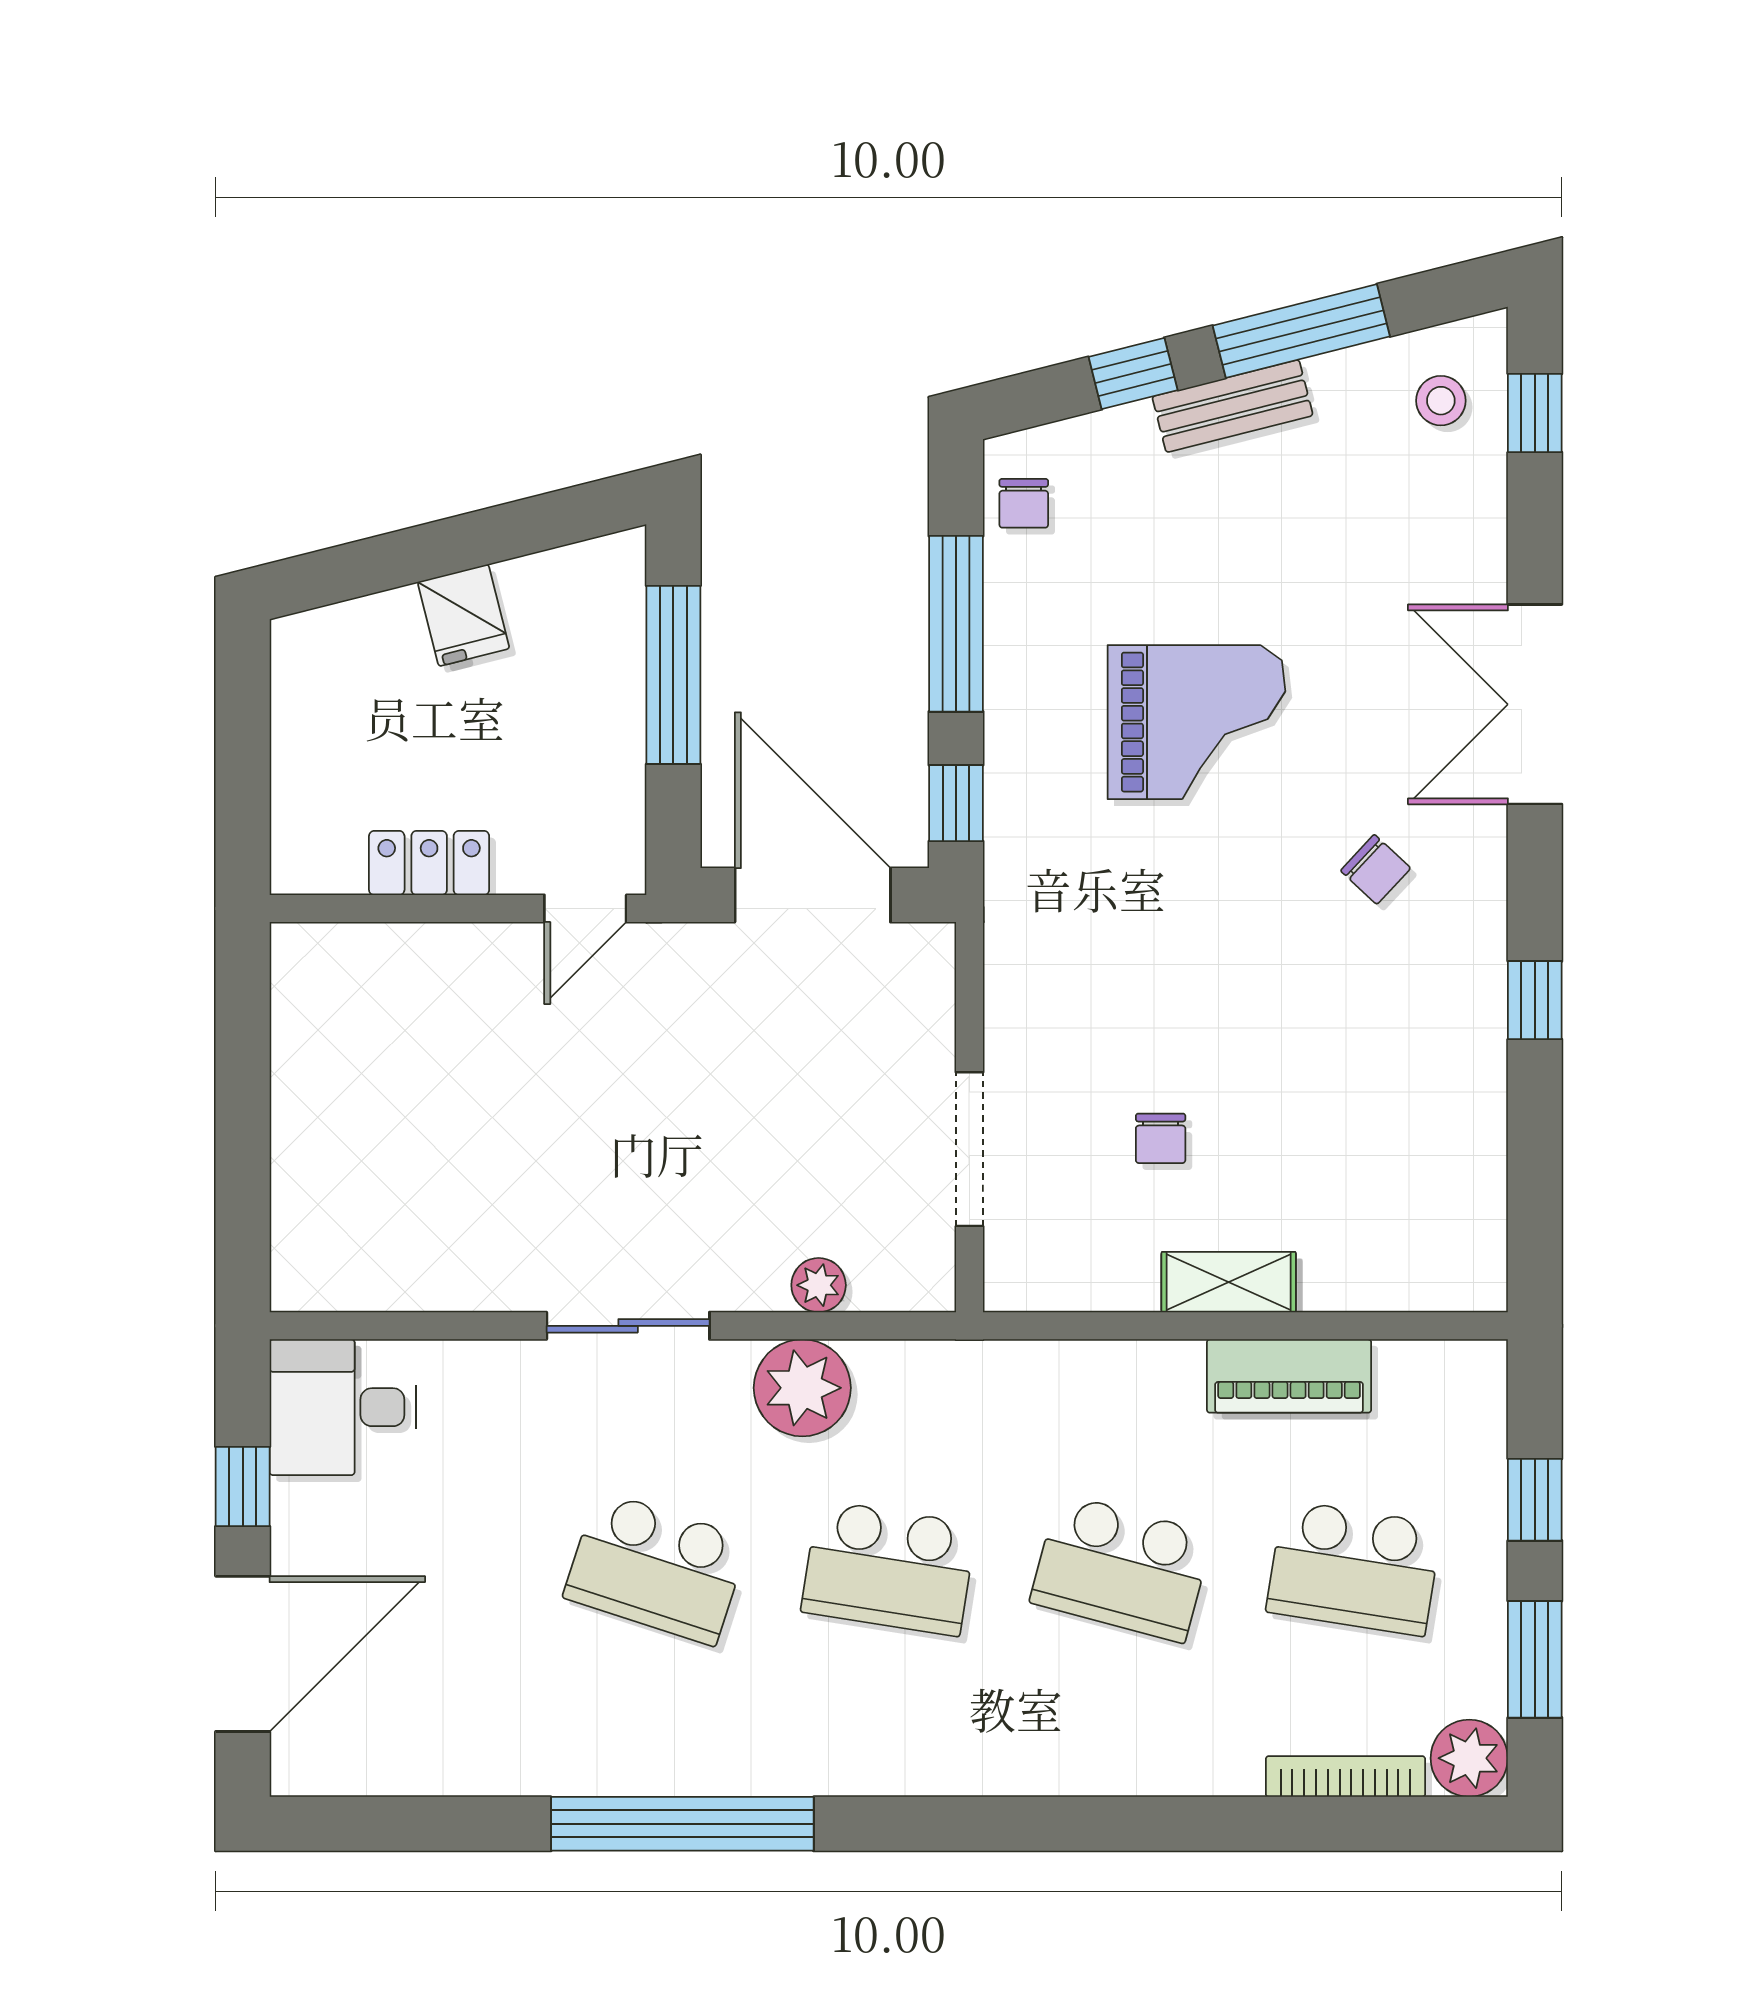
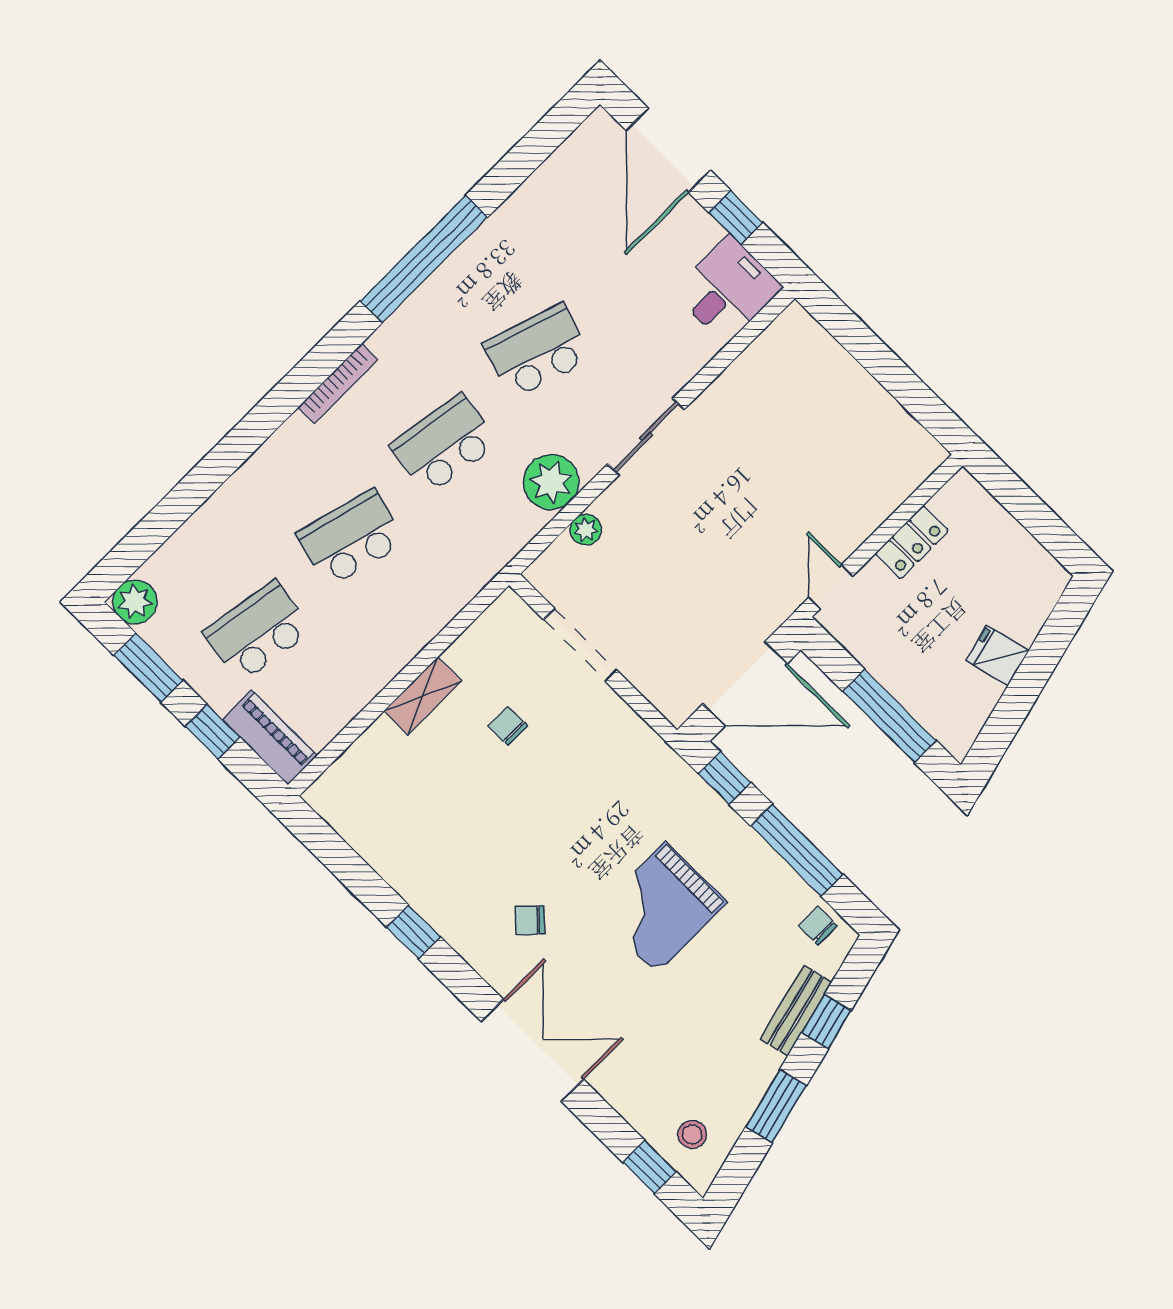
window: (1301, 331) -> (776, 1106), width x0.69
bench: (1233, 406) -> (796, 1011), moved
piano: (1289, 1376) -> (270, 738), moved, turned 90
bookcase: (1345, 1776) -> (338, 384), moved

